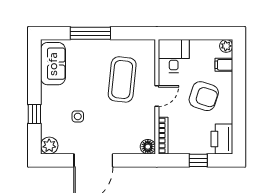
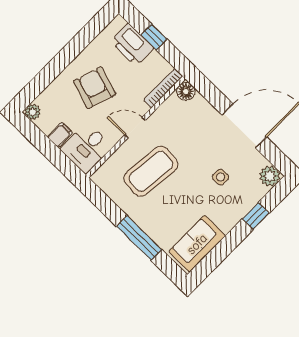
filing cabinet: (224, 65) -> (60, 135), moved, turned -90
printer: (222, 139) -> (132, 45), moved, turned 90

